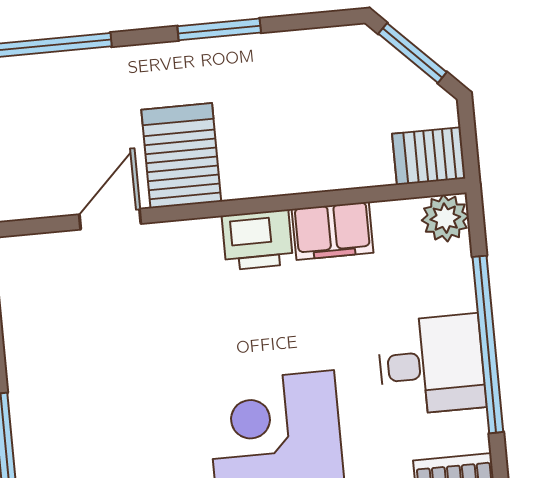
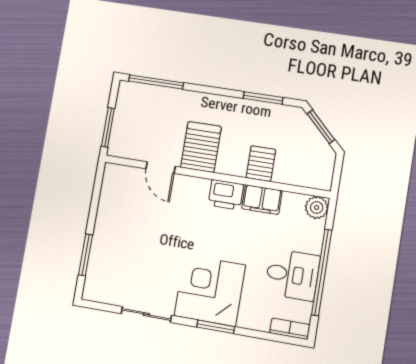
window: (219, 29) -> (263, 98), moved
server rack: (429, 156) -> (261, 164), moved, turned 90
door: (110, 219) -> (161, 168), swing flipped

